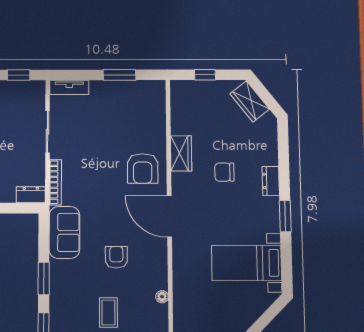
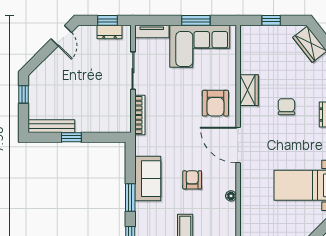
corner sofa: (124, 104) -> (200, 46), added
chair: (224, 172) -> (286, 107), turned 90
dresser: (31, 195) -> (109, 32), moved, turned 180
sofa: (64, 232) -> (148, 179), moved
floor lamp: (162, 297) -> (231, 196), moved

